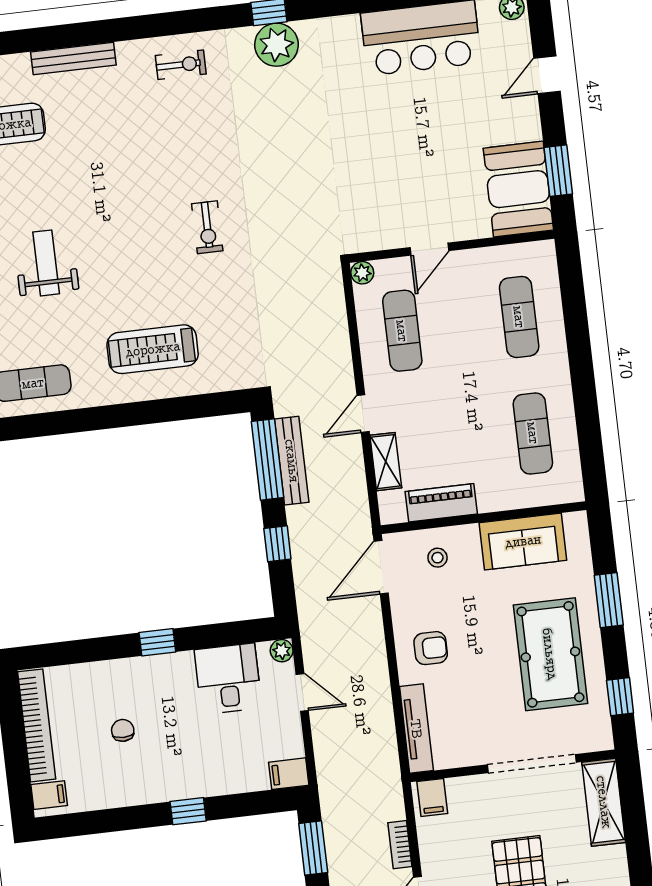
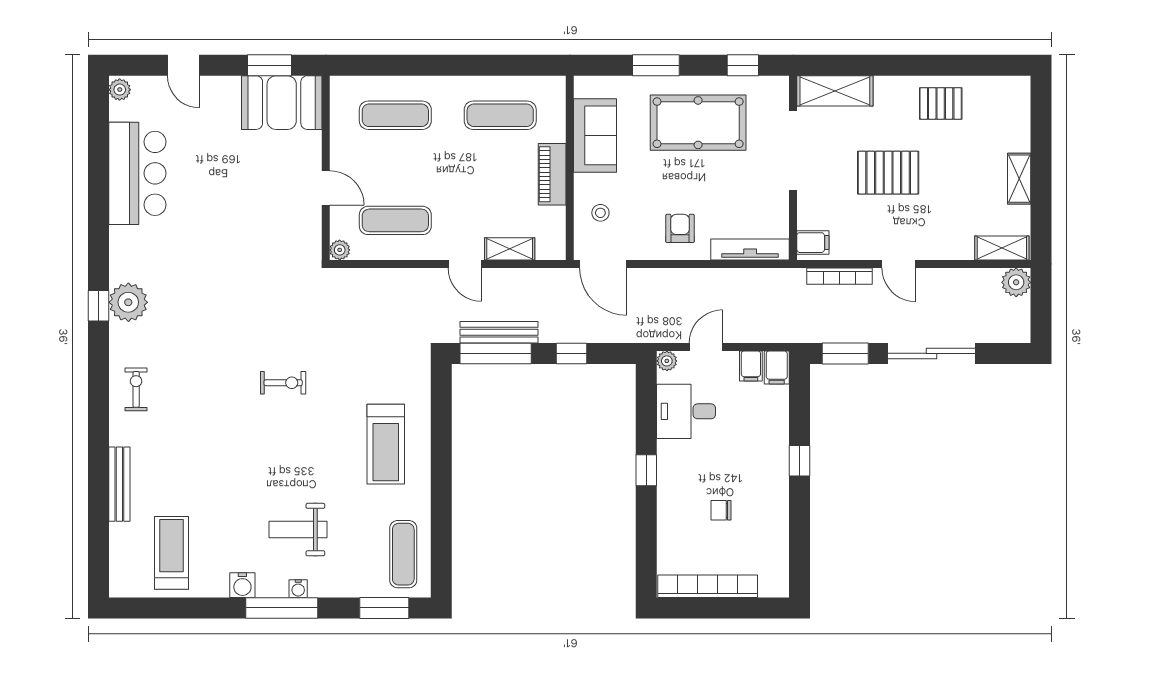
piano: (441, 503) -> (552, 174), moved
filing cabinet: (49, 795) -> (751, 366), moved, turned 180
bookcase: (400, 845) -> (840, 276), width x1.56

